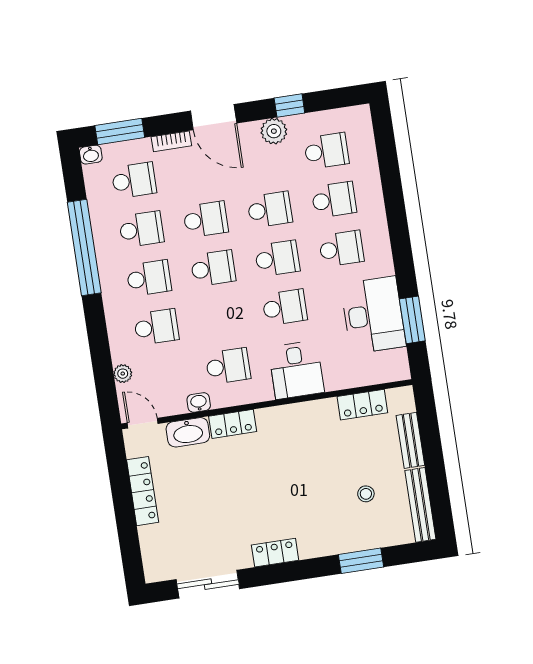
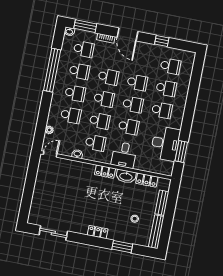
plant: (274, 131) -> (151, 50), removed
school desk: (221, 317) -> (100, 121), added
door: (143, 423) -> (50, 154), hinge flipped
locker: (233, 424) -> (105, 172), moved
washbasin: (188, 432) -> (126, 176), moved
locker: (143, 491) -> (40, 183), removed
locker: (275, 553) -> (98, 232), moved

